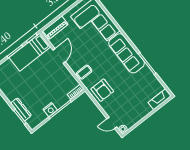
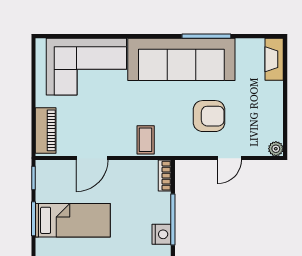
bed: (30, 52) -> (73, 220), moved, turned -90
sofa: (127, 53) -> (181, 59), width x1.36, depth x1.27
door: (59, 56) -> (92, 158), swing flipped
armchair: (102, 90) -> (209, 116), moved
door: (112, 123) -> (229, 158), moved

